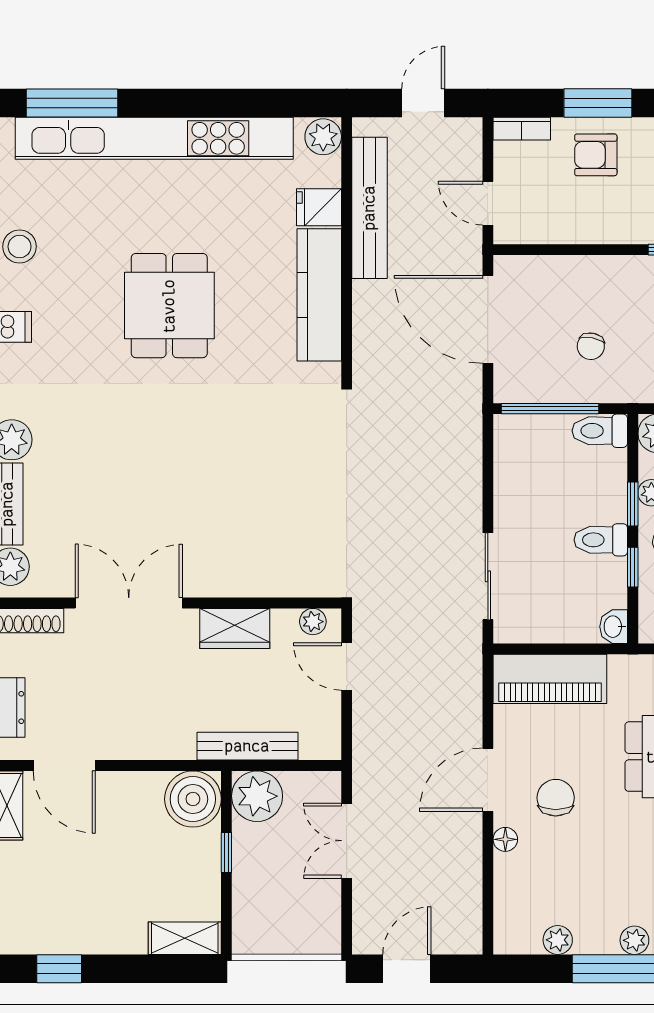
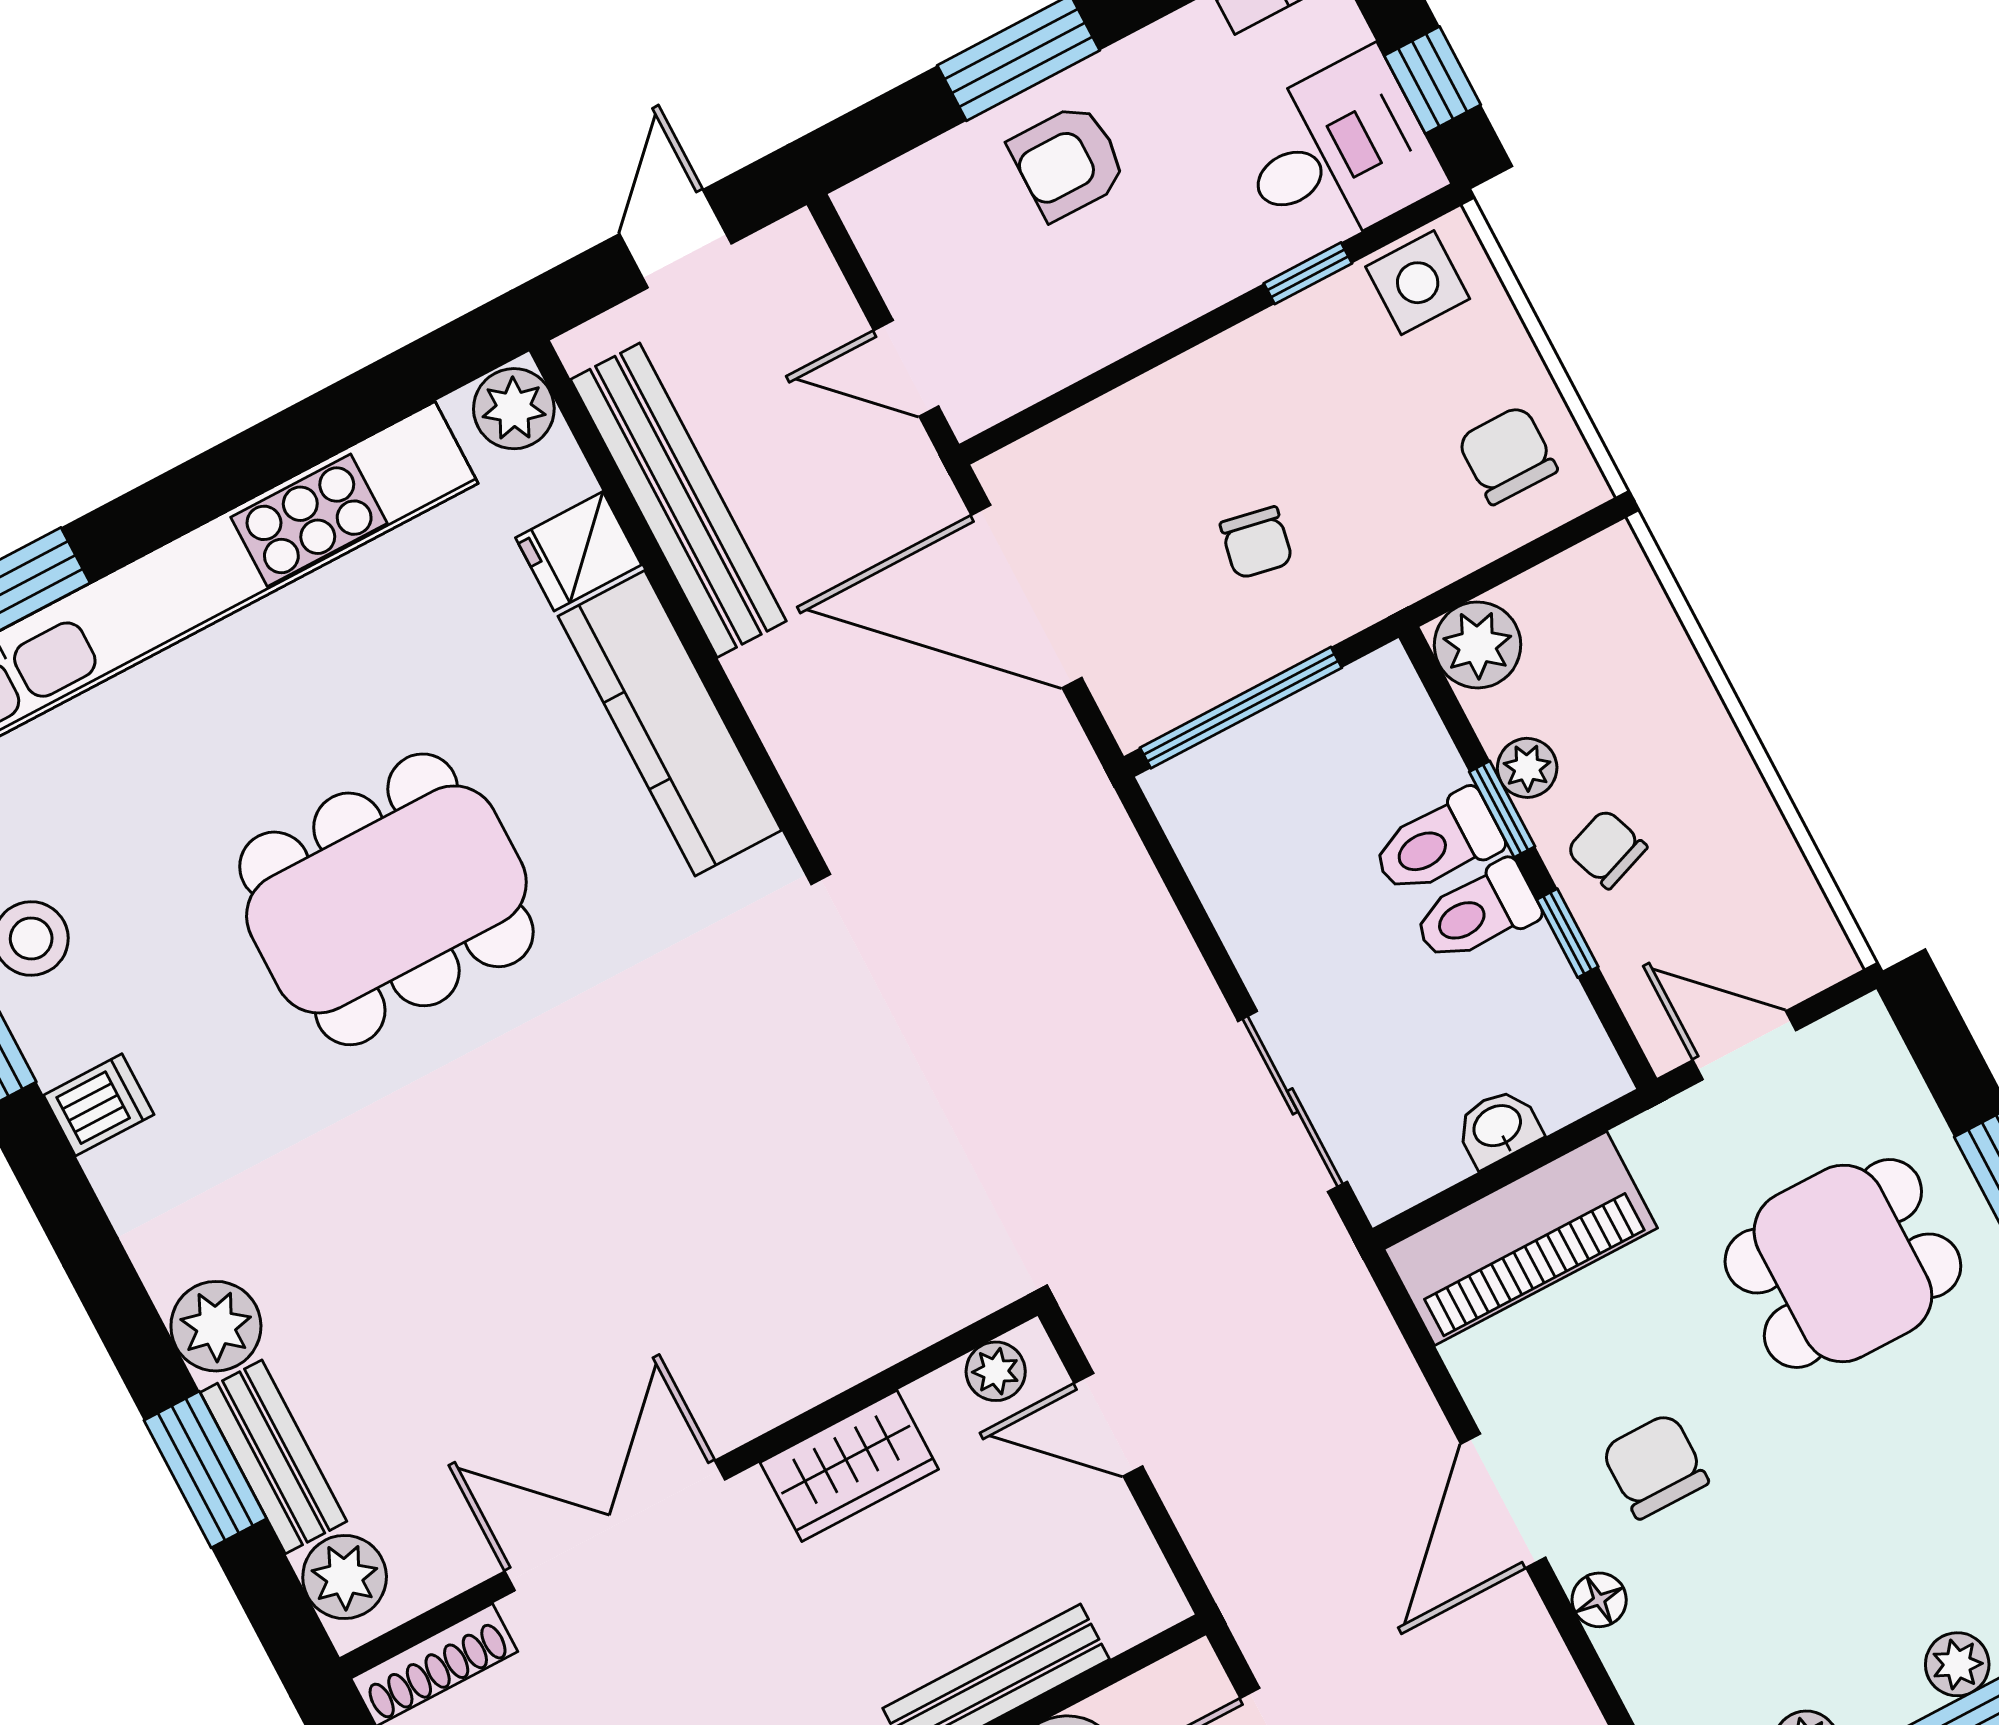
bookcase: (522, 129) -> (895, 187), removed
dining table: (169, 306) -> (386, 899), width x1.38
toilet: (600, 431) -> (1437, 843), moved
washbasin: (614, 627) -> (1498, 1127), moved, turned 90

